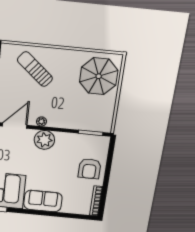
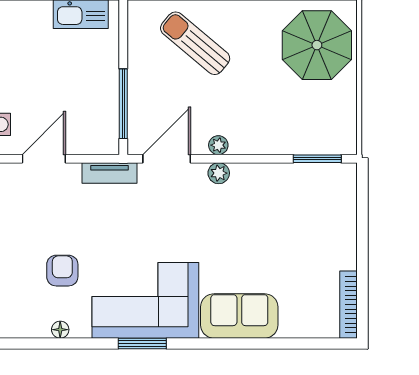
plant: (44, 140) -> (219, 173), width x0.53, depth x0.53
armchair: (89, 169) -> (325, 235), removed

